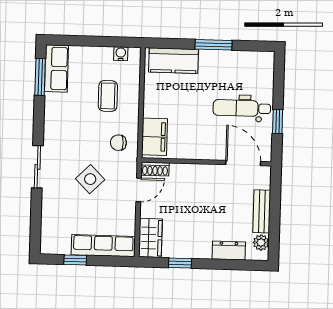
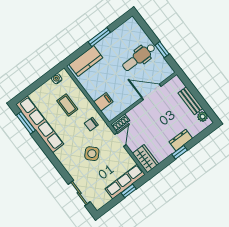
row of seats: (56, 68) -> (40, 124), width x2.02
filing cabinet: (155, 137) -> (103, 102), width x0.50
door: (243, 163) -> (151, 92), moved
sliding door: (37, 167) -> (79, 193), moved
dresser: (229, 250) -> (181, 140), moved
window: (75, 260) -> (129, 191), moved
window: (180, 263) -> (180, 152), moved

